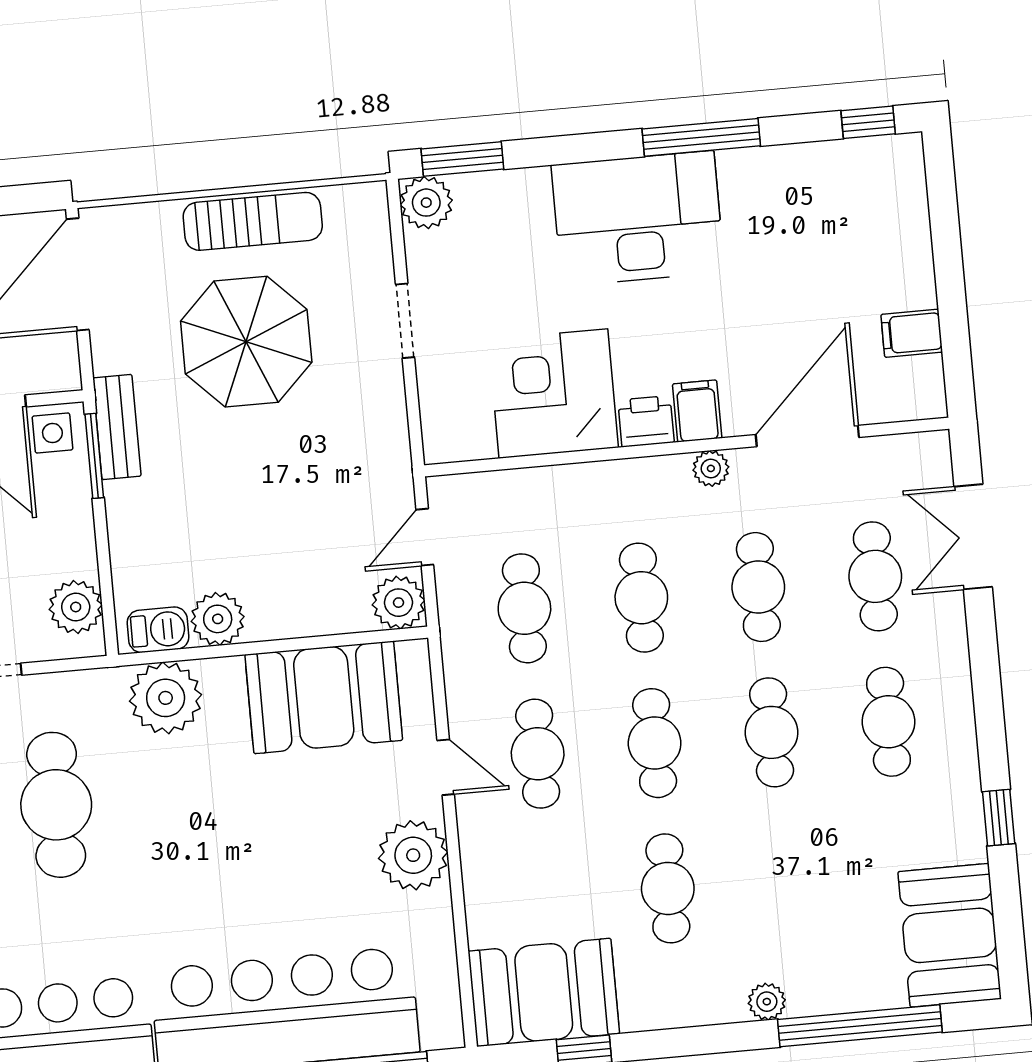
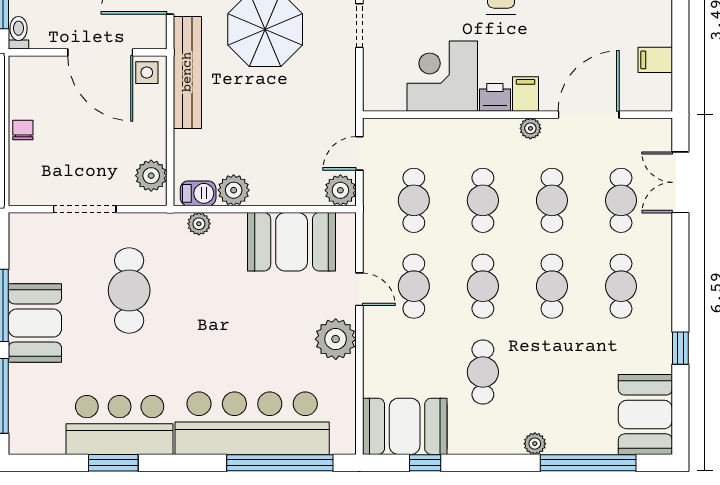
bench: (117, 427) -> (187, 72), width x1.86, depth x1.21
window: (94, 456) -> (170, 88), removed
plant: (166, 698) -> (199, 224), width x0.53, depth x0.53

